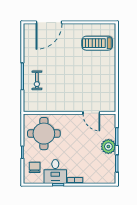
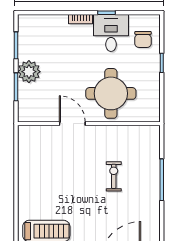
exercise bike: (37, 80) -> (114, 176), moved
door: (91, 113) -> (72, 124), moved
round table: (44, 134) -> (111, 93), moved

